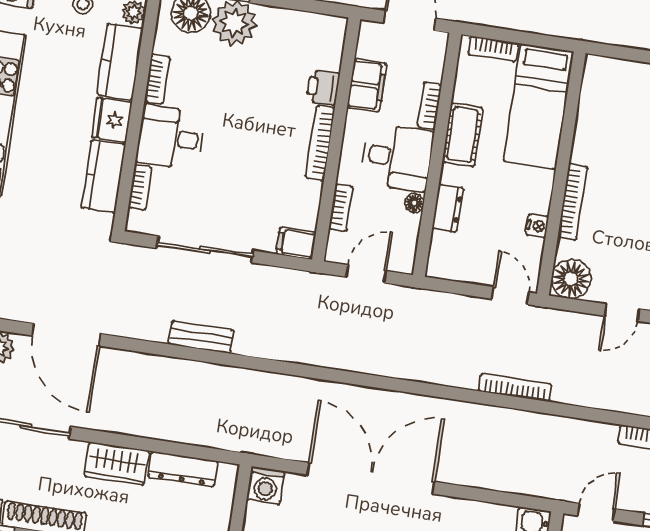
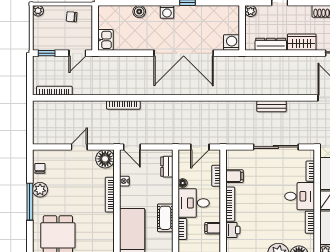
filing cabinet: (367, 85) -> (213, 228), width x0.50
dresser: (448, 208) -> (167, 167), moved
filing cabinet: (296, 243) -> (234, 176), moved

